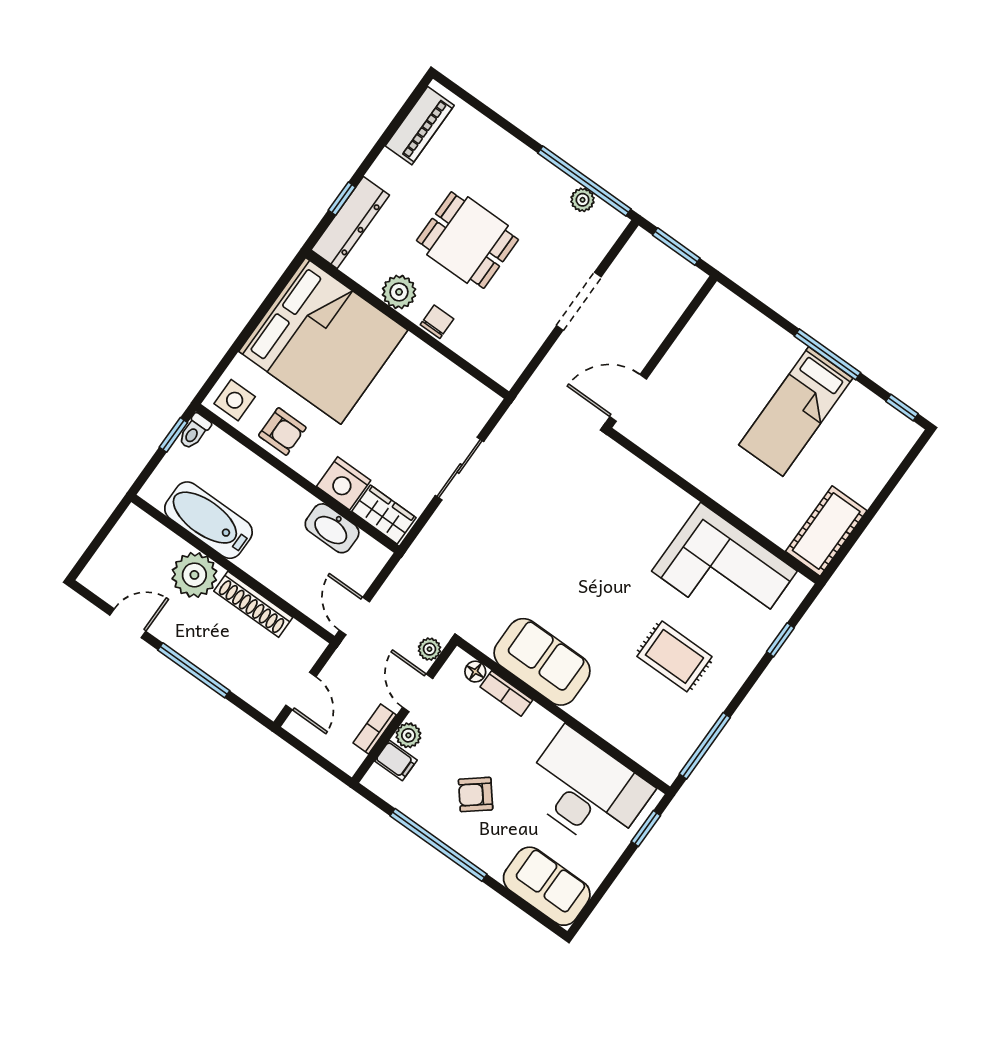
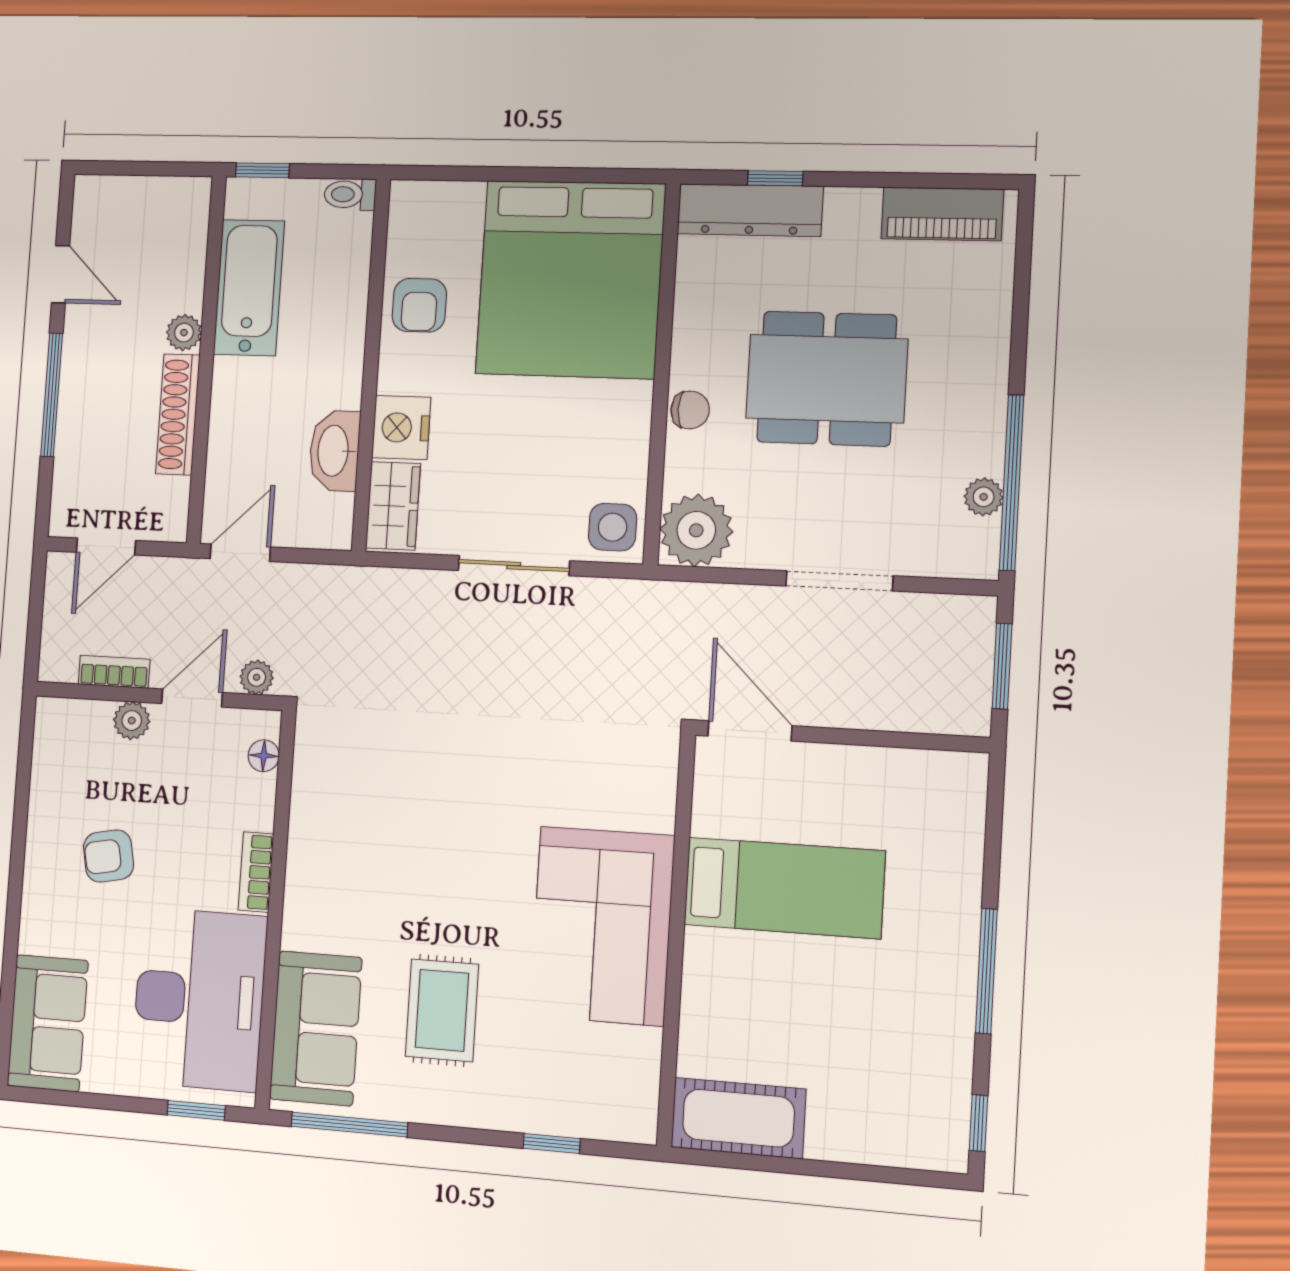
dining table: (467, 240) -> (827, 379), width x1.38
plant: (399, 292) -> (696, 530), moved, width x1.36, depth x1.36
side table: (235, 400) -> (613, 527), moved
bed: (796, 411) -> (784, 888), moved, turned 180
window: (173, 435) -> (262, 170), moved
corner sofa: (724, 571) -> (602, 926), moved
plant: (194, 575) -> (184, 333), width x0.53, depth x0.53
sofa: (542, 662) -> (316, 1028), moved
bookcase: (506, 693) -> (256, 872), moved
filing cabinet: (396, 761) -> (91, 725), removed
armchair: (476, 795) -> (108, 856), turned -62
window: (439, 845) -> (18, 848), removed

